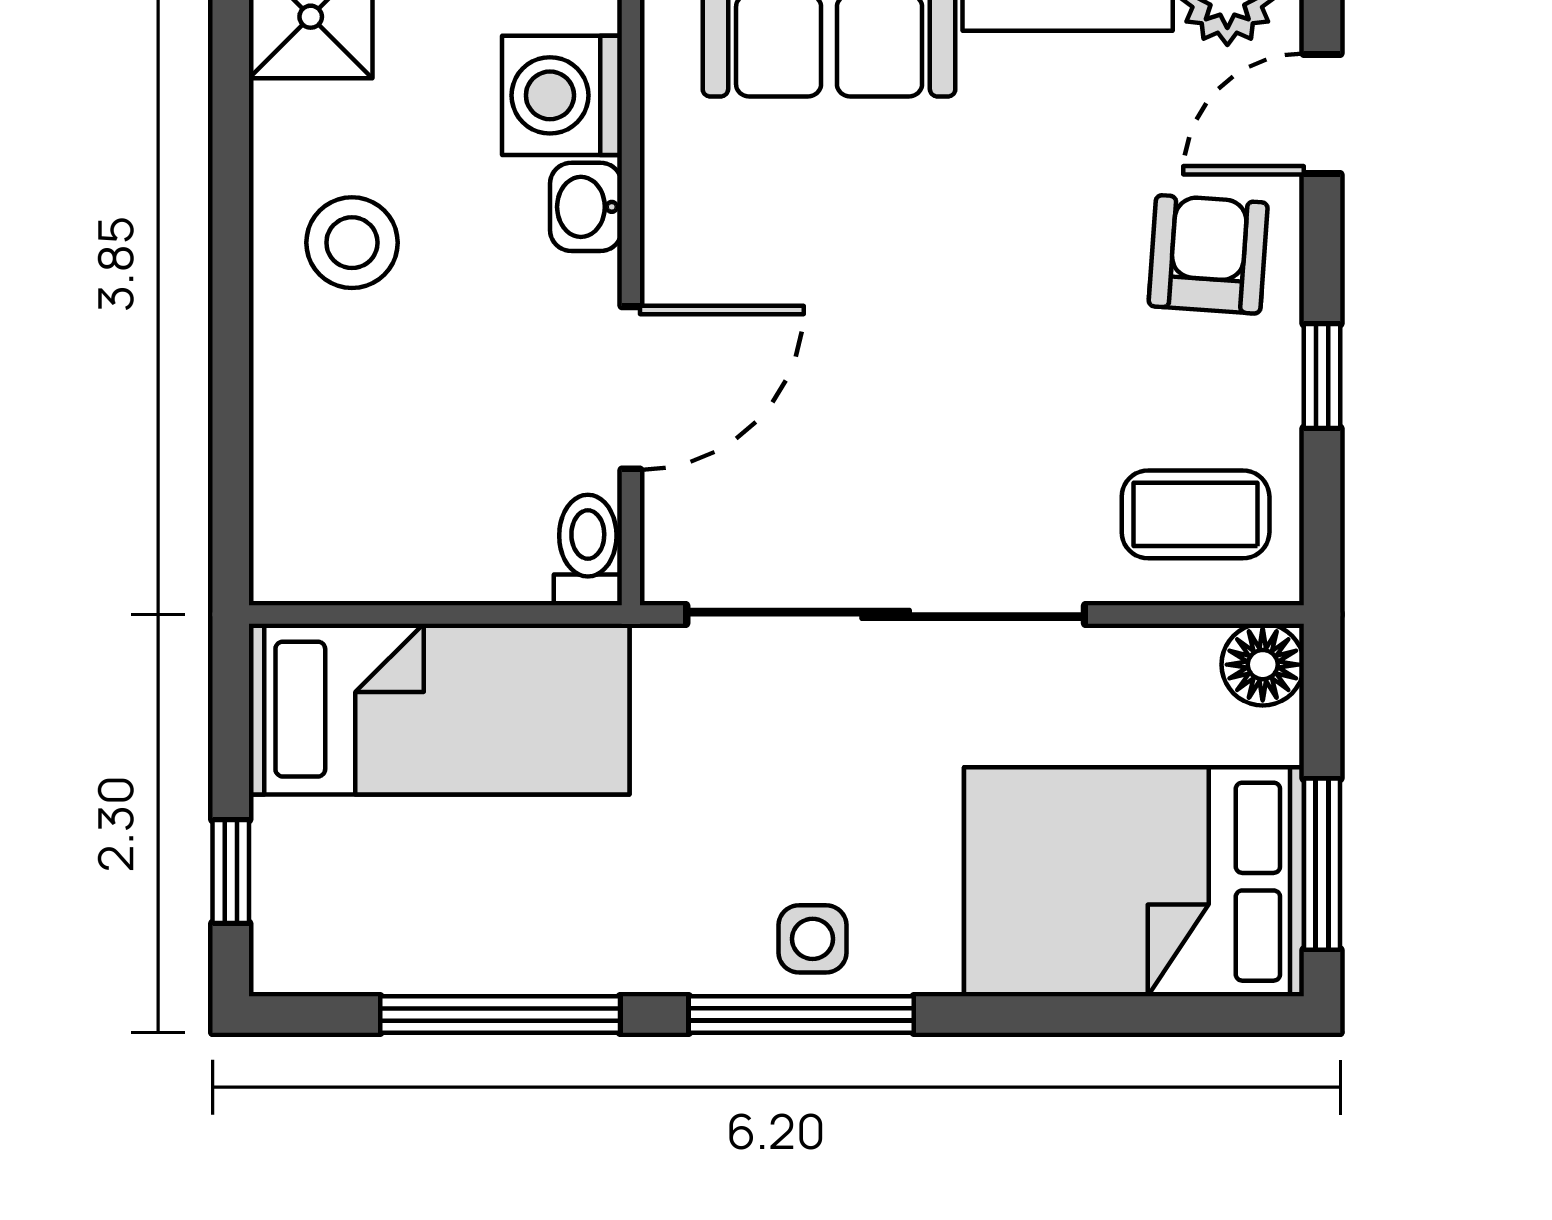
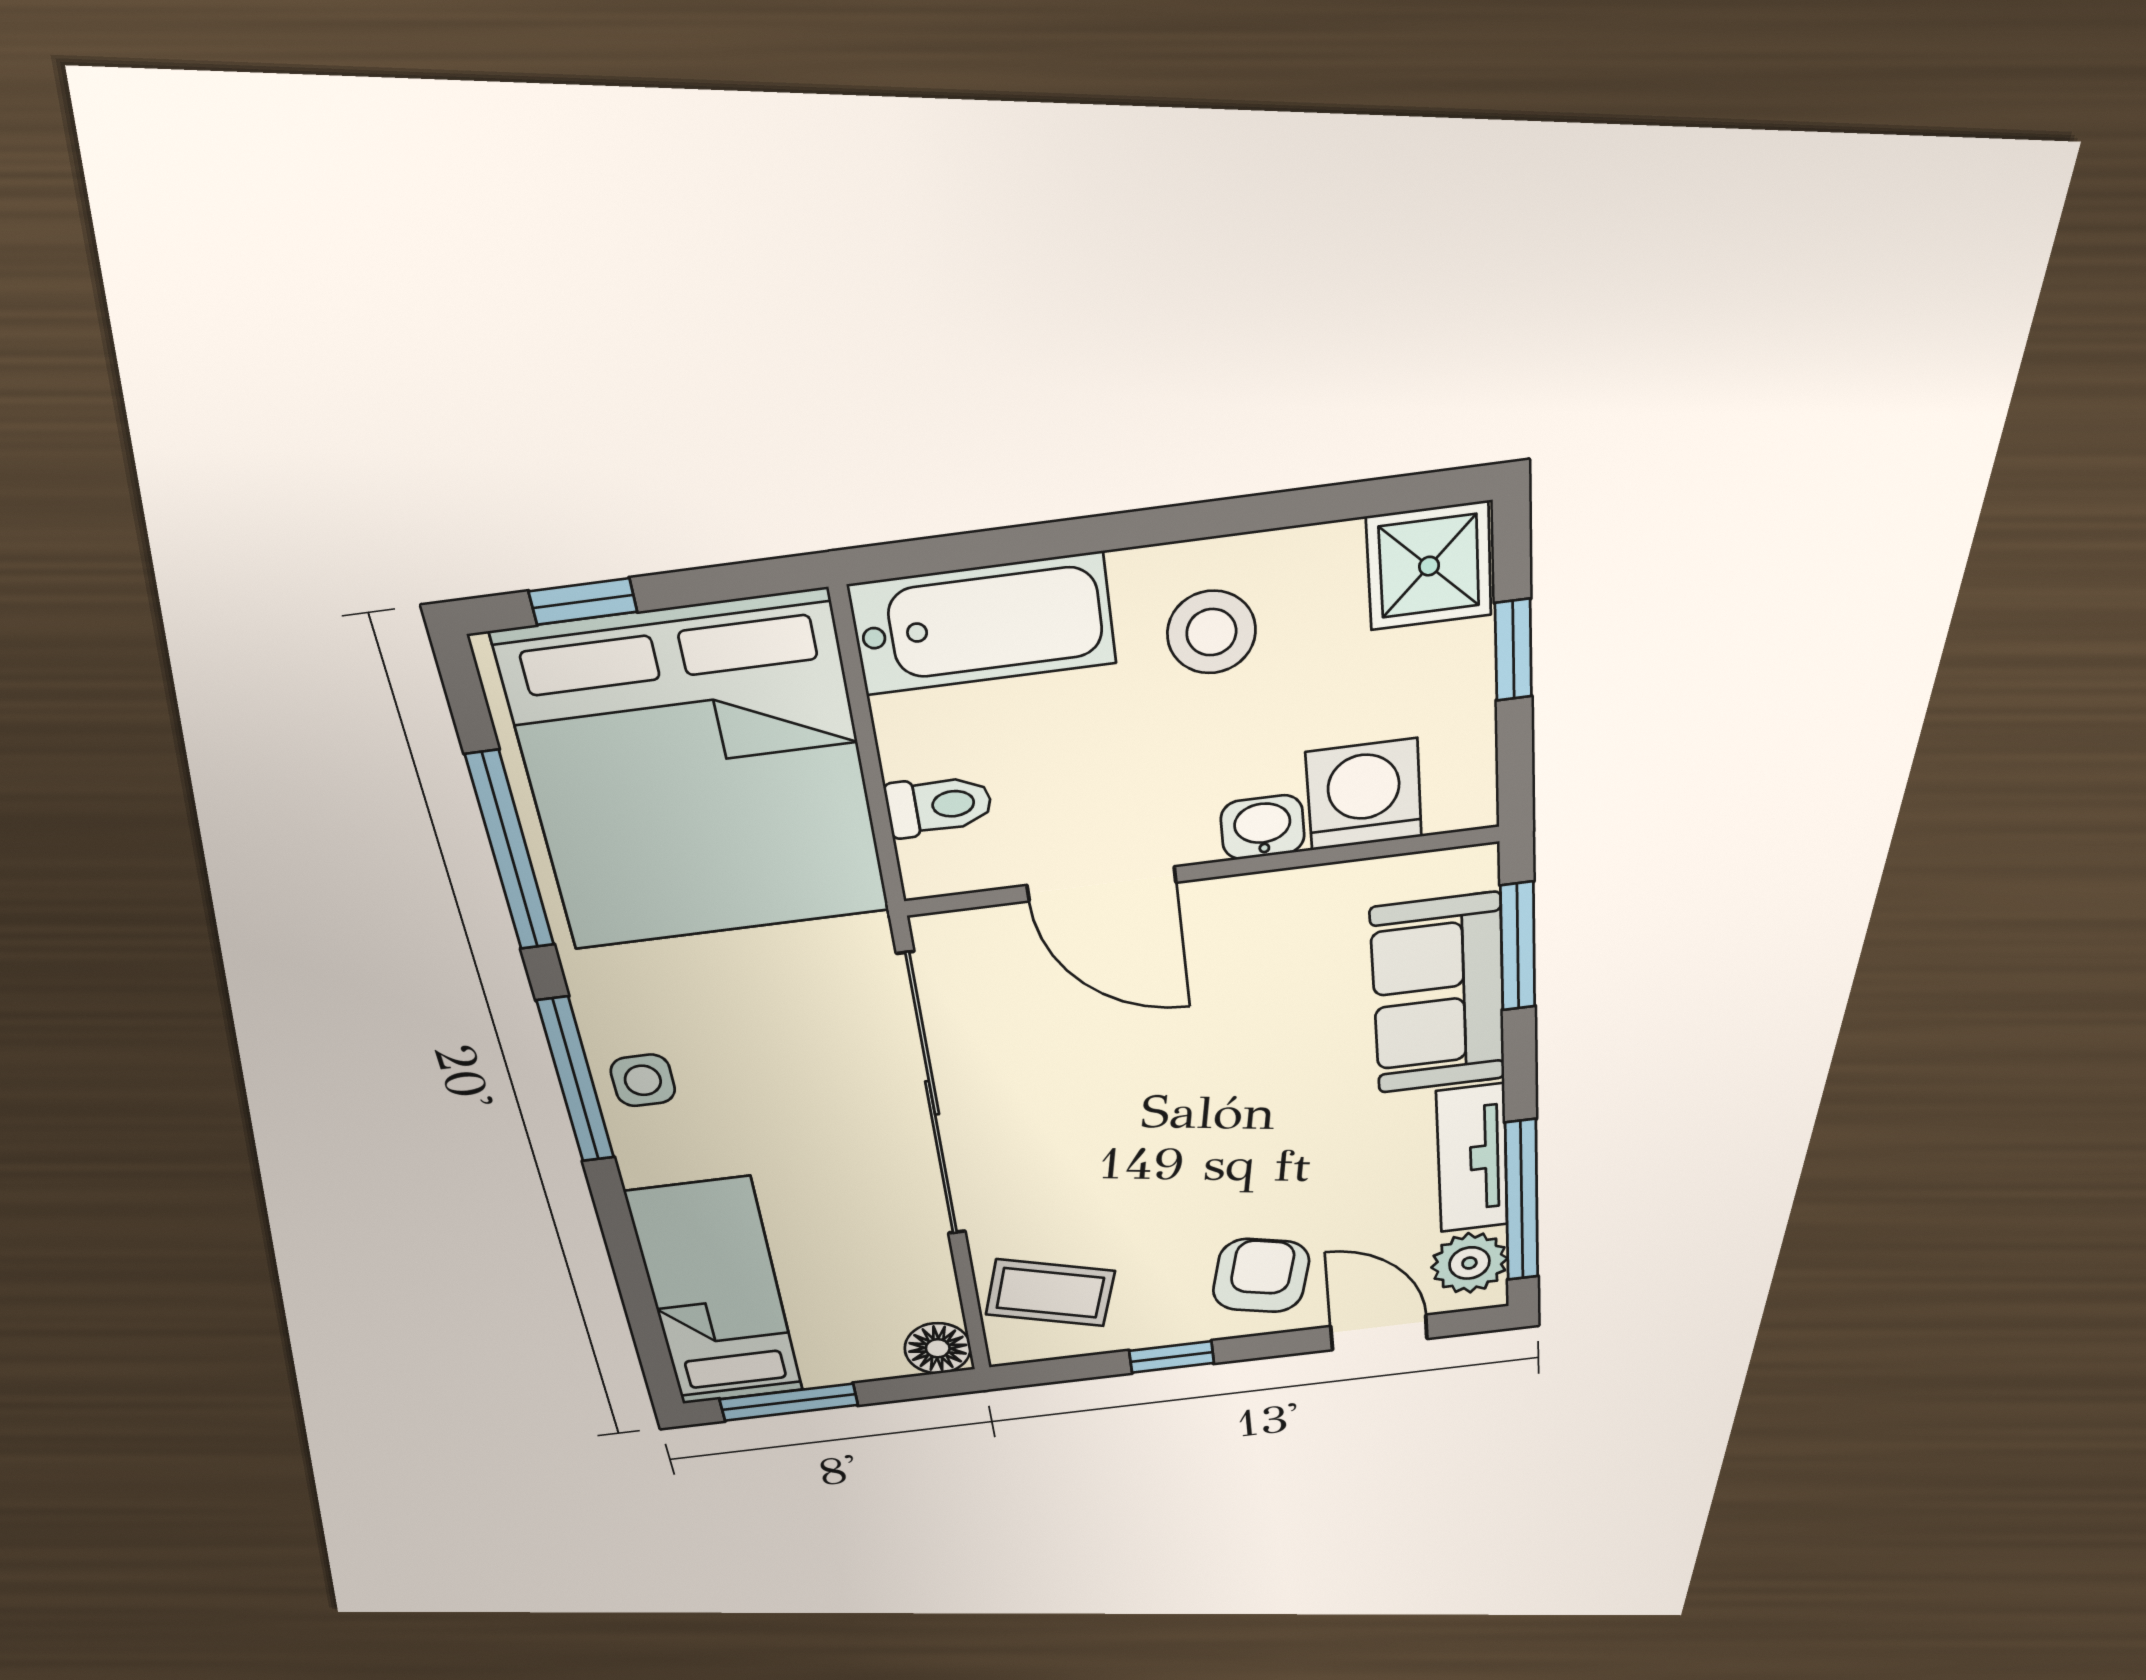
armchair: (1208, 254) -> (1261, 1276), turned -81
bathtub: (311, 475) -> (983, 624), added
coffee table: (1196, 514) -> (1050, 1293), turned -74
toilet: (588, 550) -> (939, 806), moved
bed: (439, 709) -> (697, 776), width x2.04
bed: (1134, 882) -> (716, 1293), width x0.67

